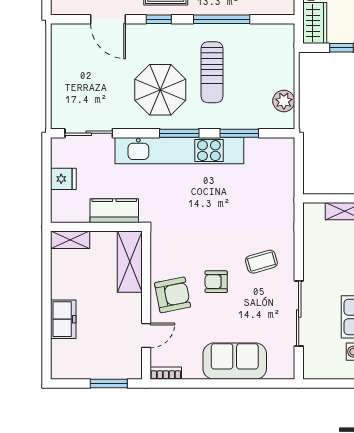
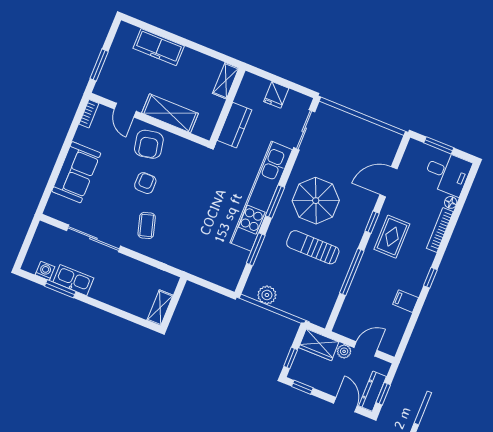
shelving: (130, 262) -> (170, 113), moved
freezer: (63, 319) -> (159, 47), width x1.40

